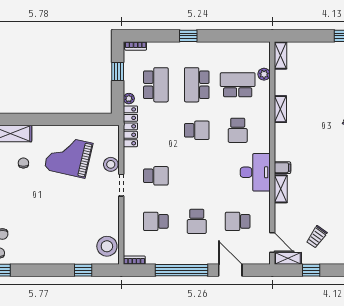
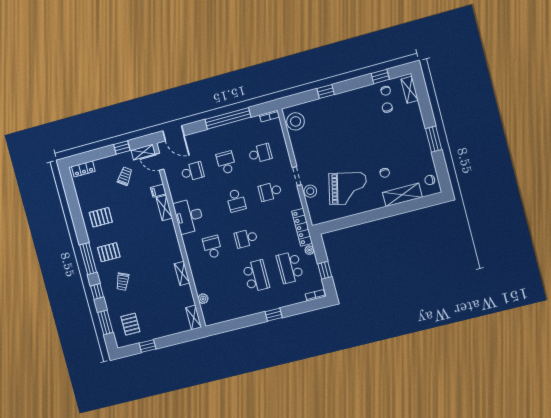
school desk: (238, 85) -> (236, 200), moved, width x0.54
filing cabinet: (282, 168) -> (158, 191), moved
window: (83, 270) -> (326, 91), moved
door: (230, 270) -> (174, 133), moved

